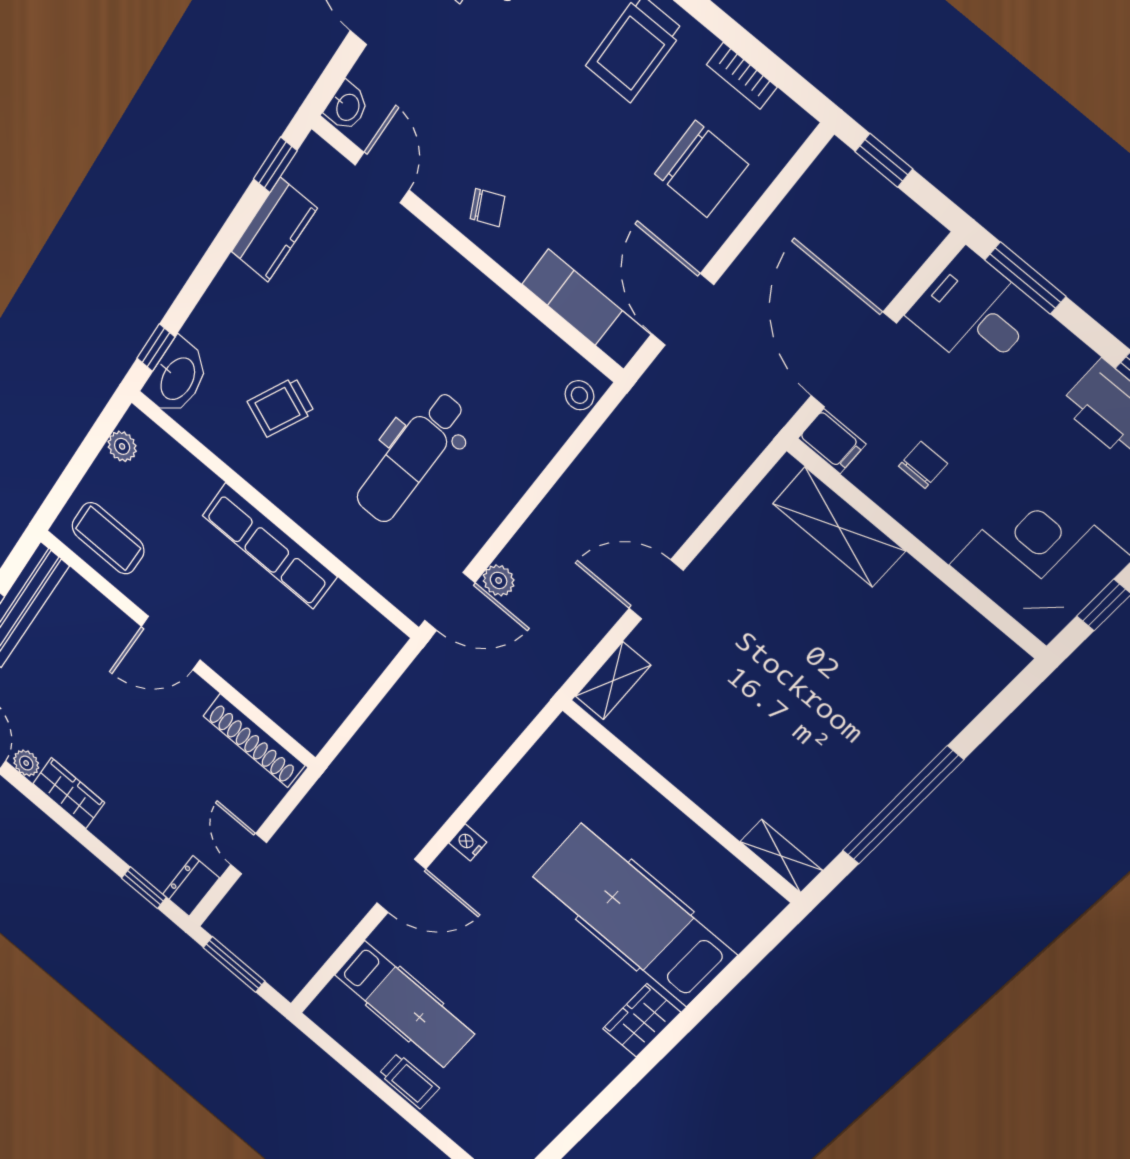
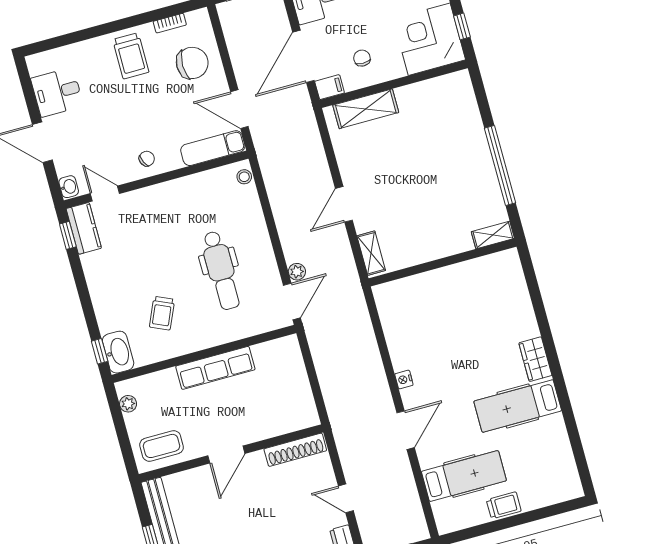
kitchen counter: (274, 230) -> (84, 228), moved
door: (853, 360) -> (303, 56), hinge flipped
hospital bed: (634, 916) -> (518, 406), moved, width x0.73, depth x0.78

